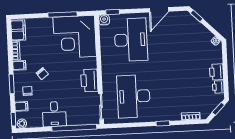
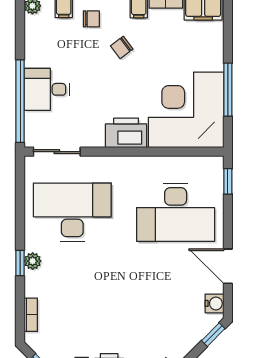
water cooler: (104, 20) -> (214, 303), moved
printer: (89, 80) -> (126, 133), moved
desk: (54, 114) -> (47, 89), moved
plant: (161, 117) -> (33, 261), added

